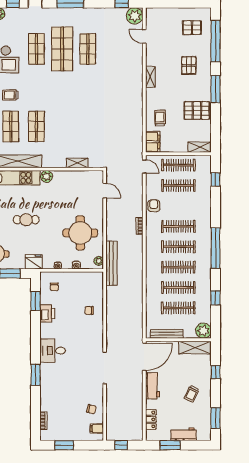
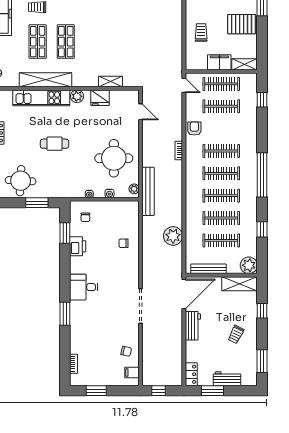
filing cabinet: (153, 142) -> (219, 62), moved, turned -90
fridge: (34, 262) -> (100, 98), moved, turned 180
plant: (134, 304) -> (173, 236), added
locker: (151, 419) -> (191, 374), moved

